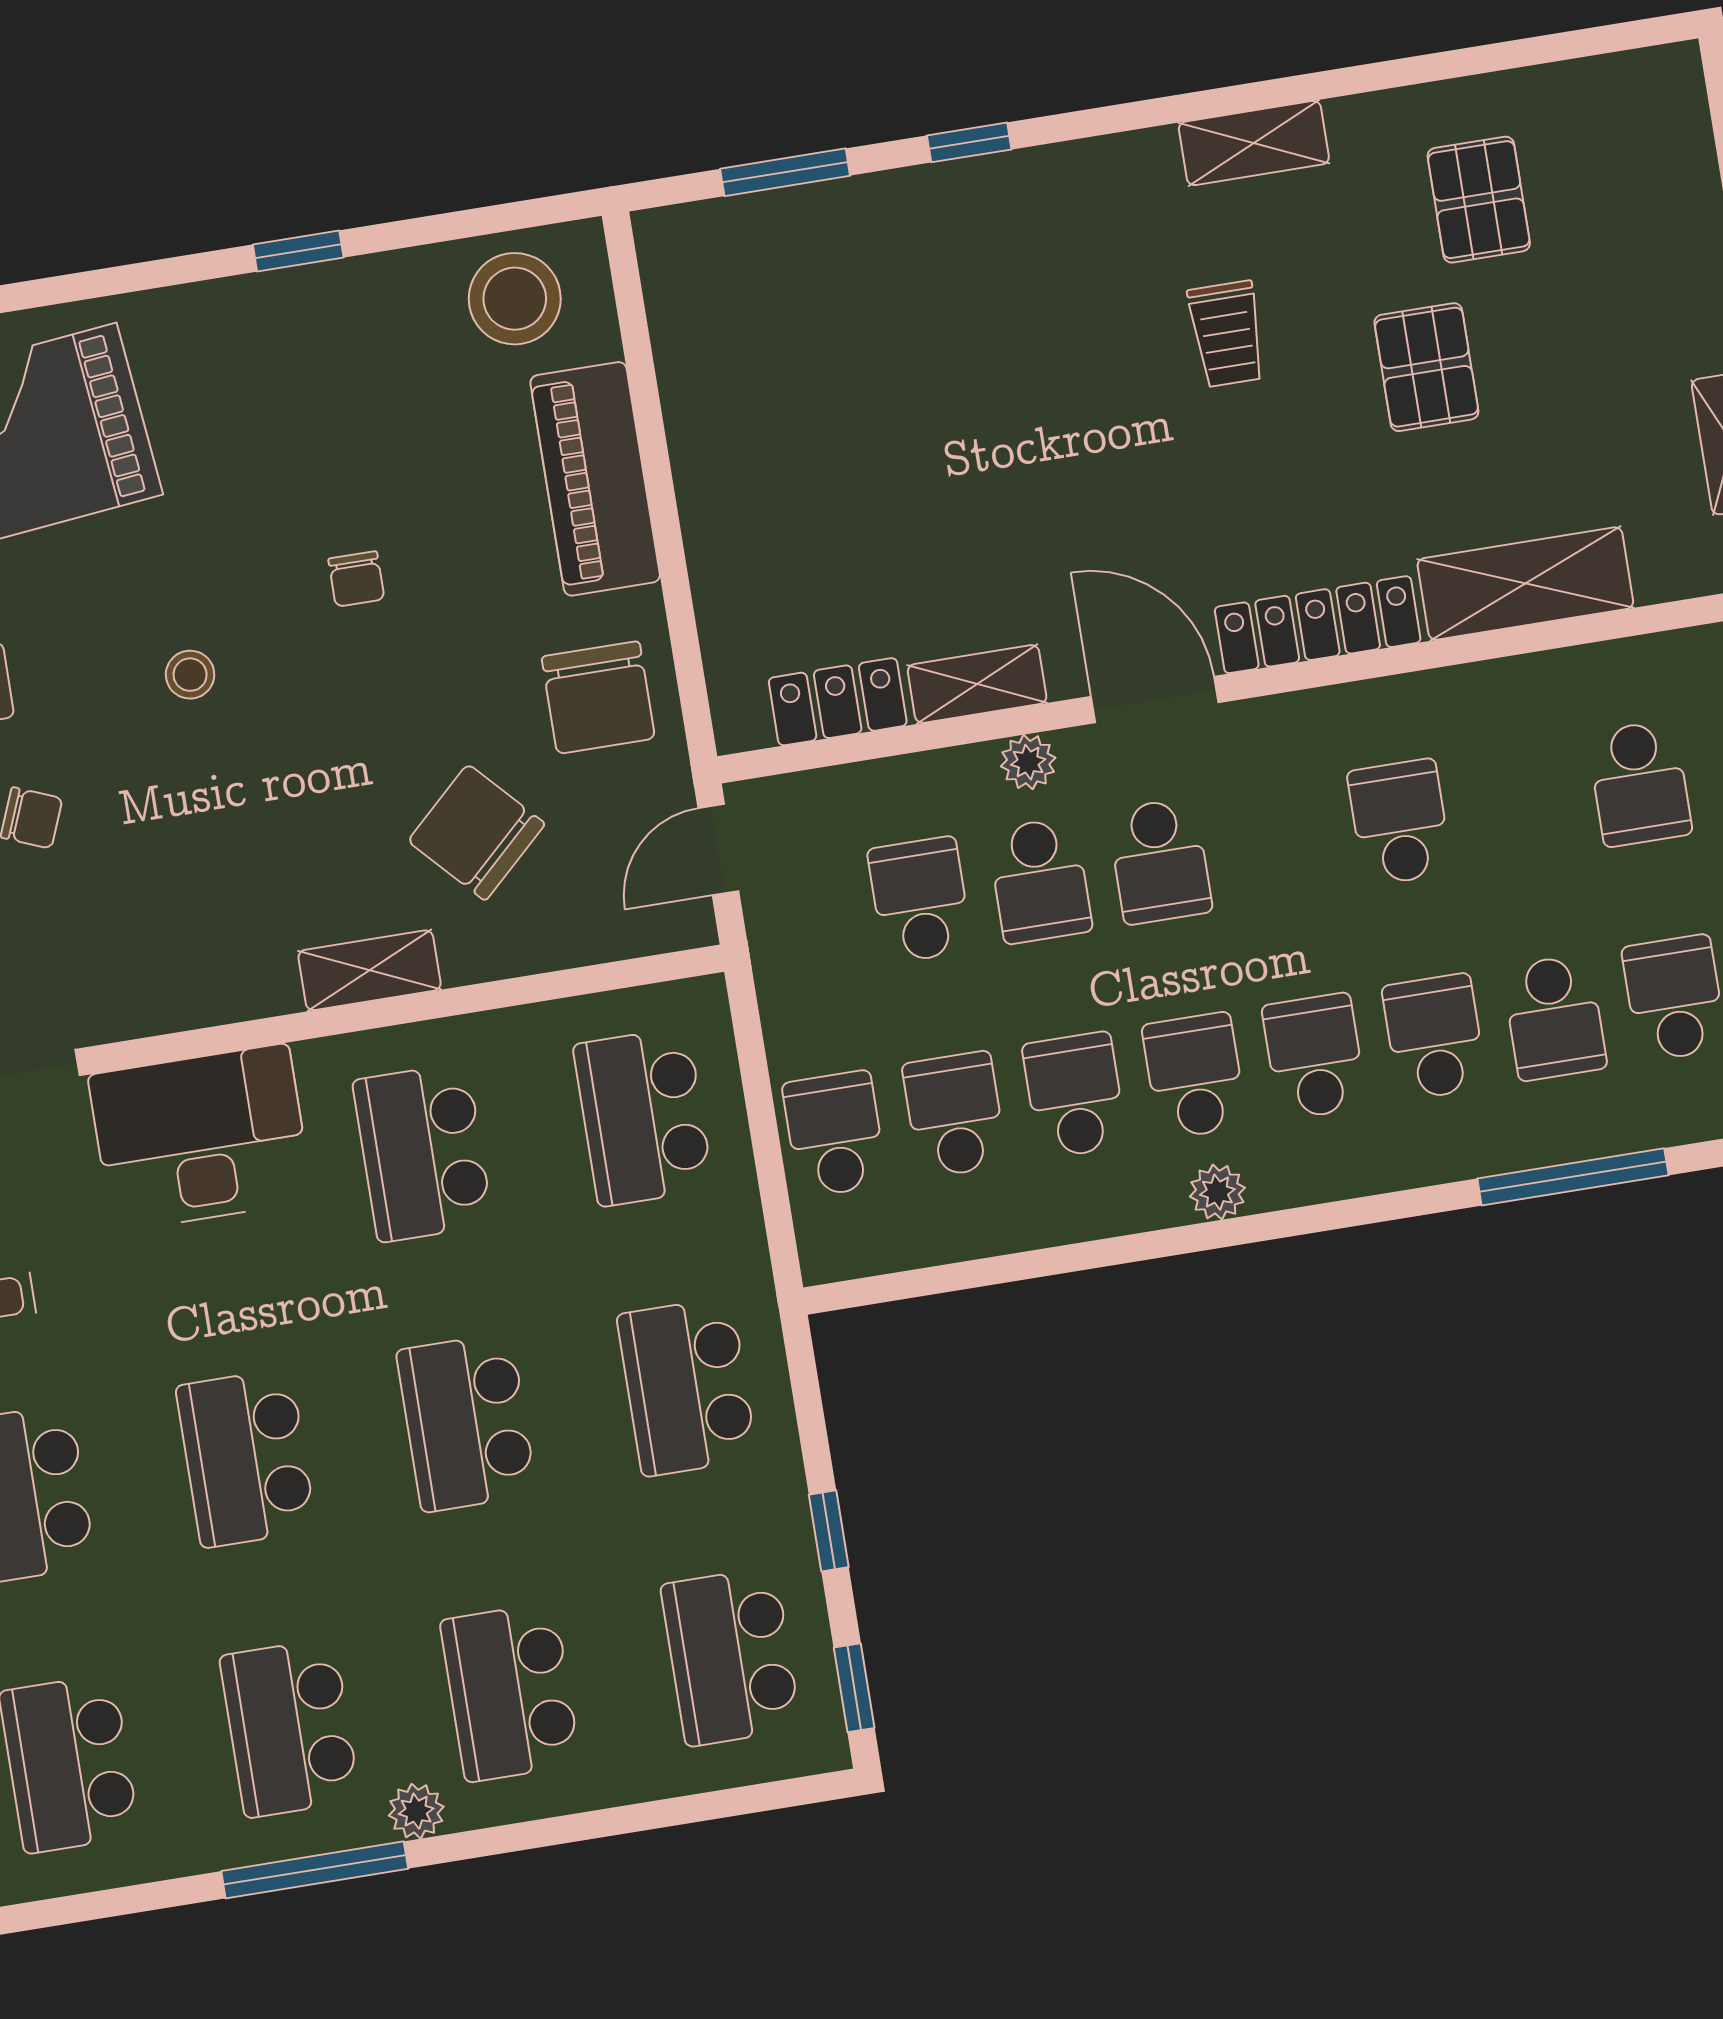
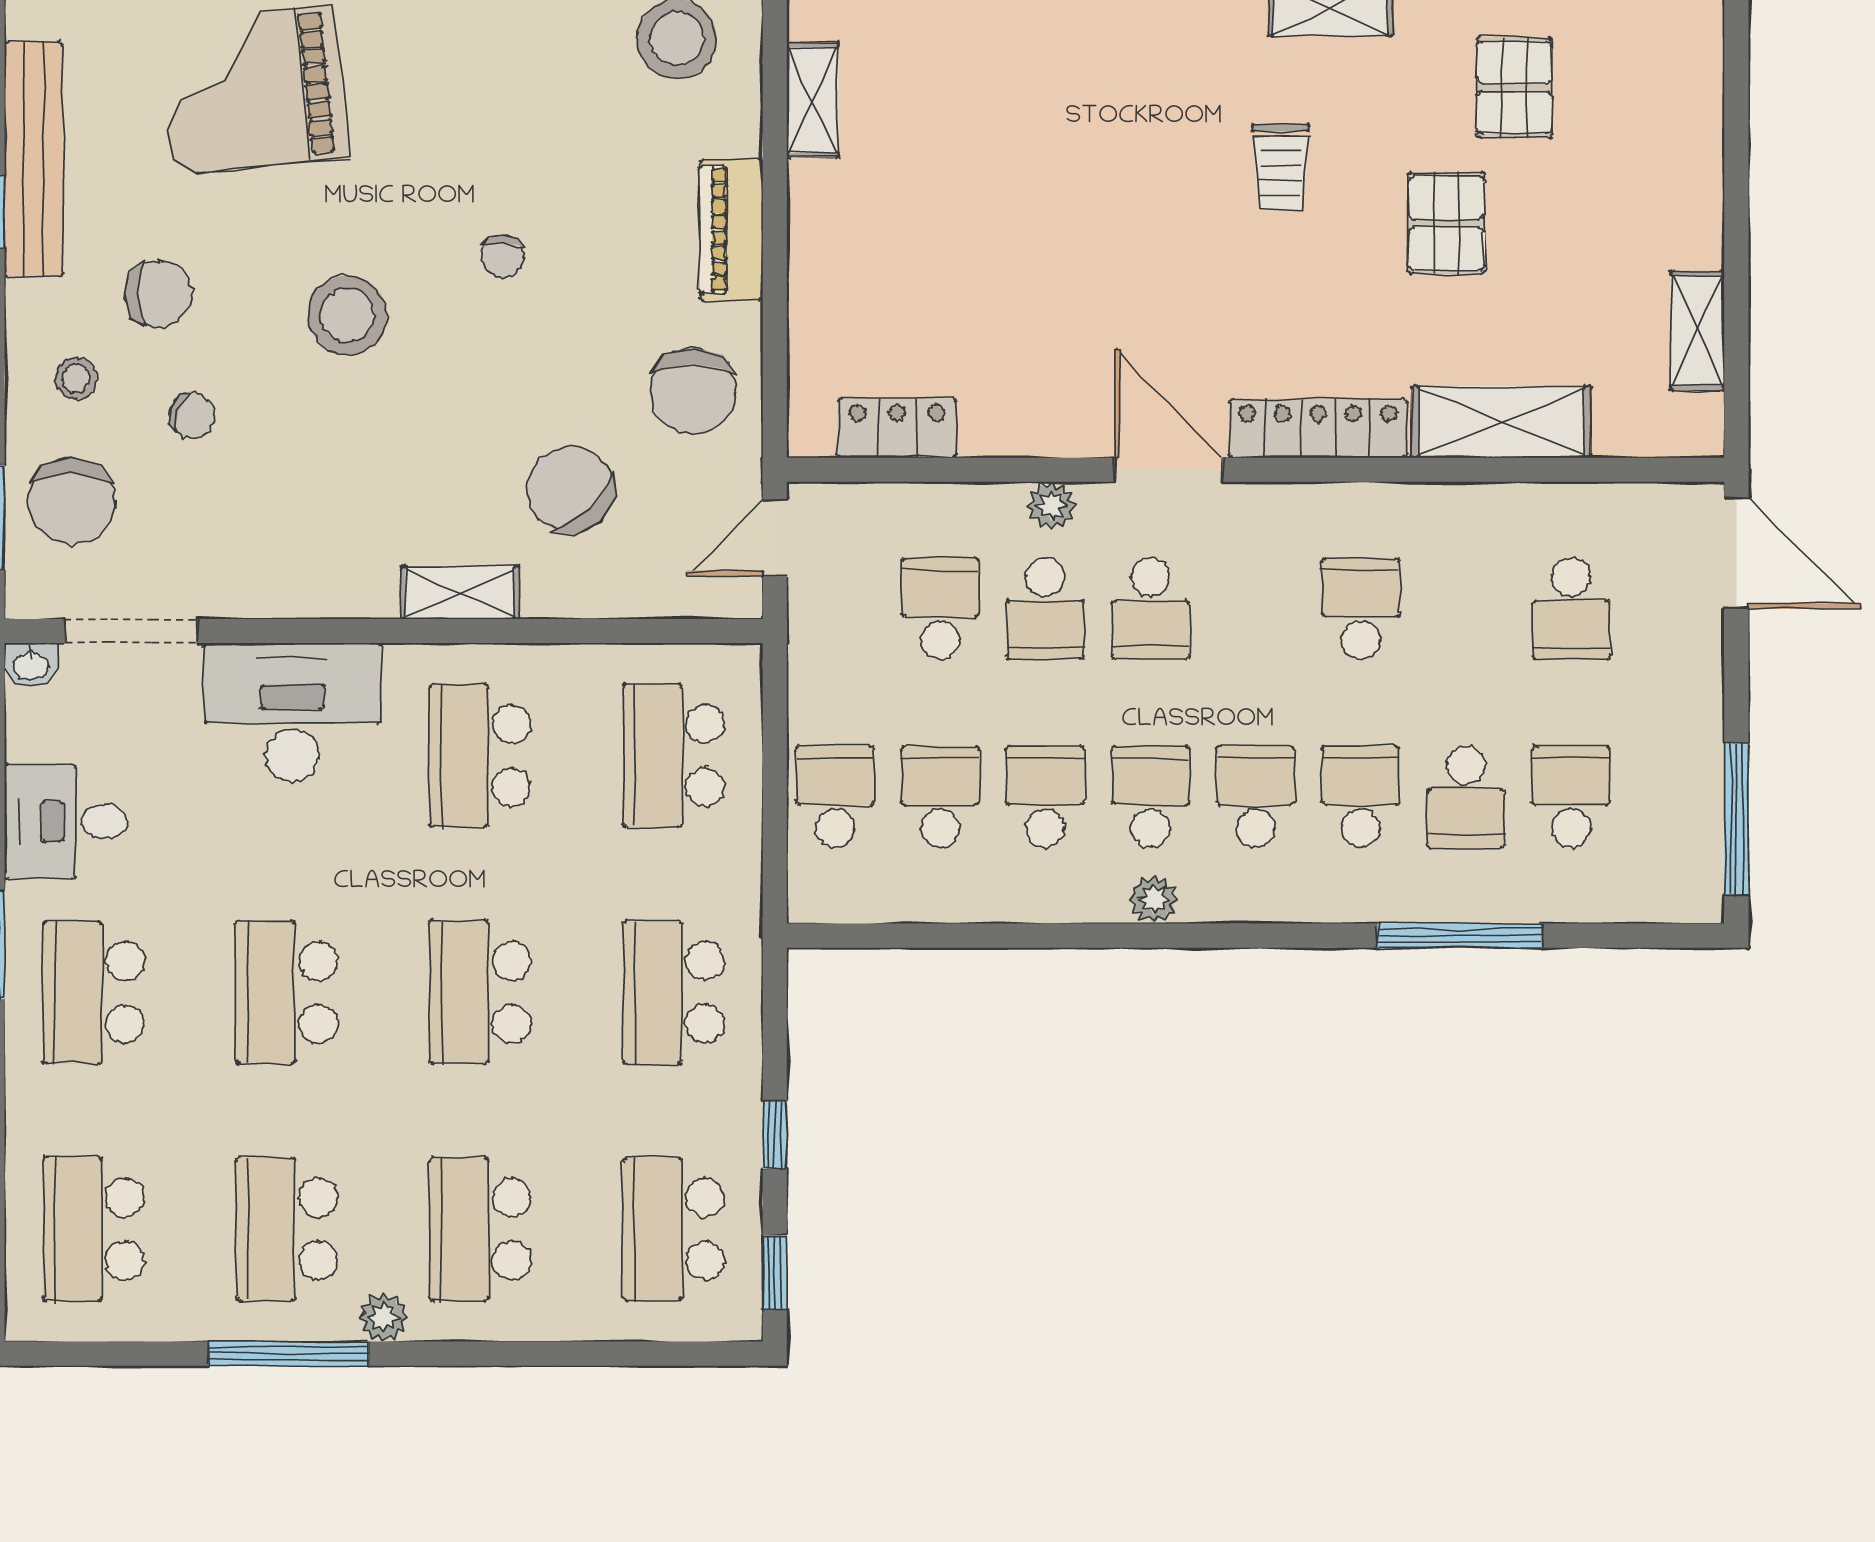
piano: (595, 479) -> (731, 230), width x0.73, depth x0.75
stool: (190, 675) -> (347, 315), width x1.89, depth x1.89
shelving: (977, 684) -> (813, 100), moved, turned 90

